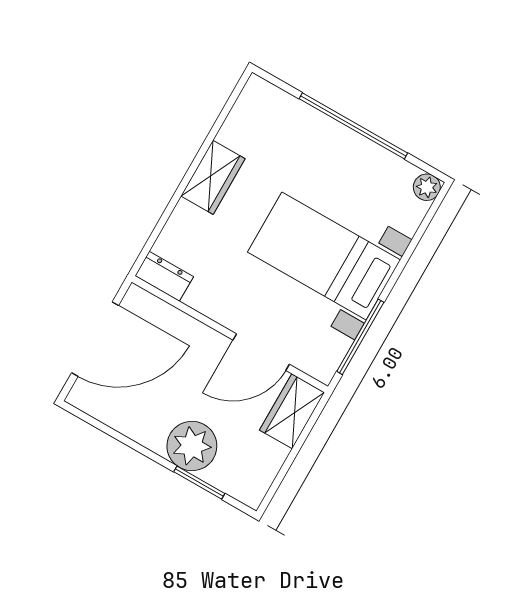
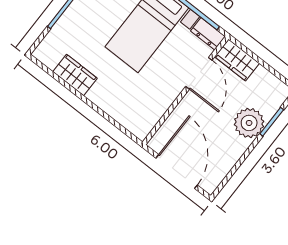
wardrobe: (213, 177) -> (75, 75), moved
dresser: (164, 276) -> (208, 34), moved, turned -90

